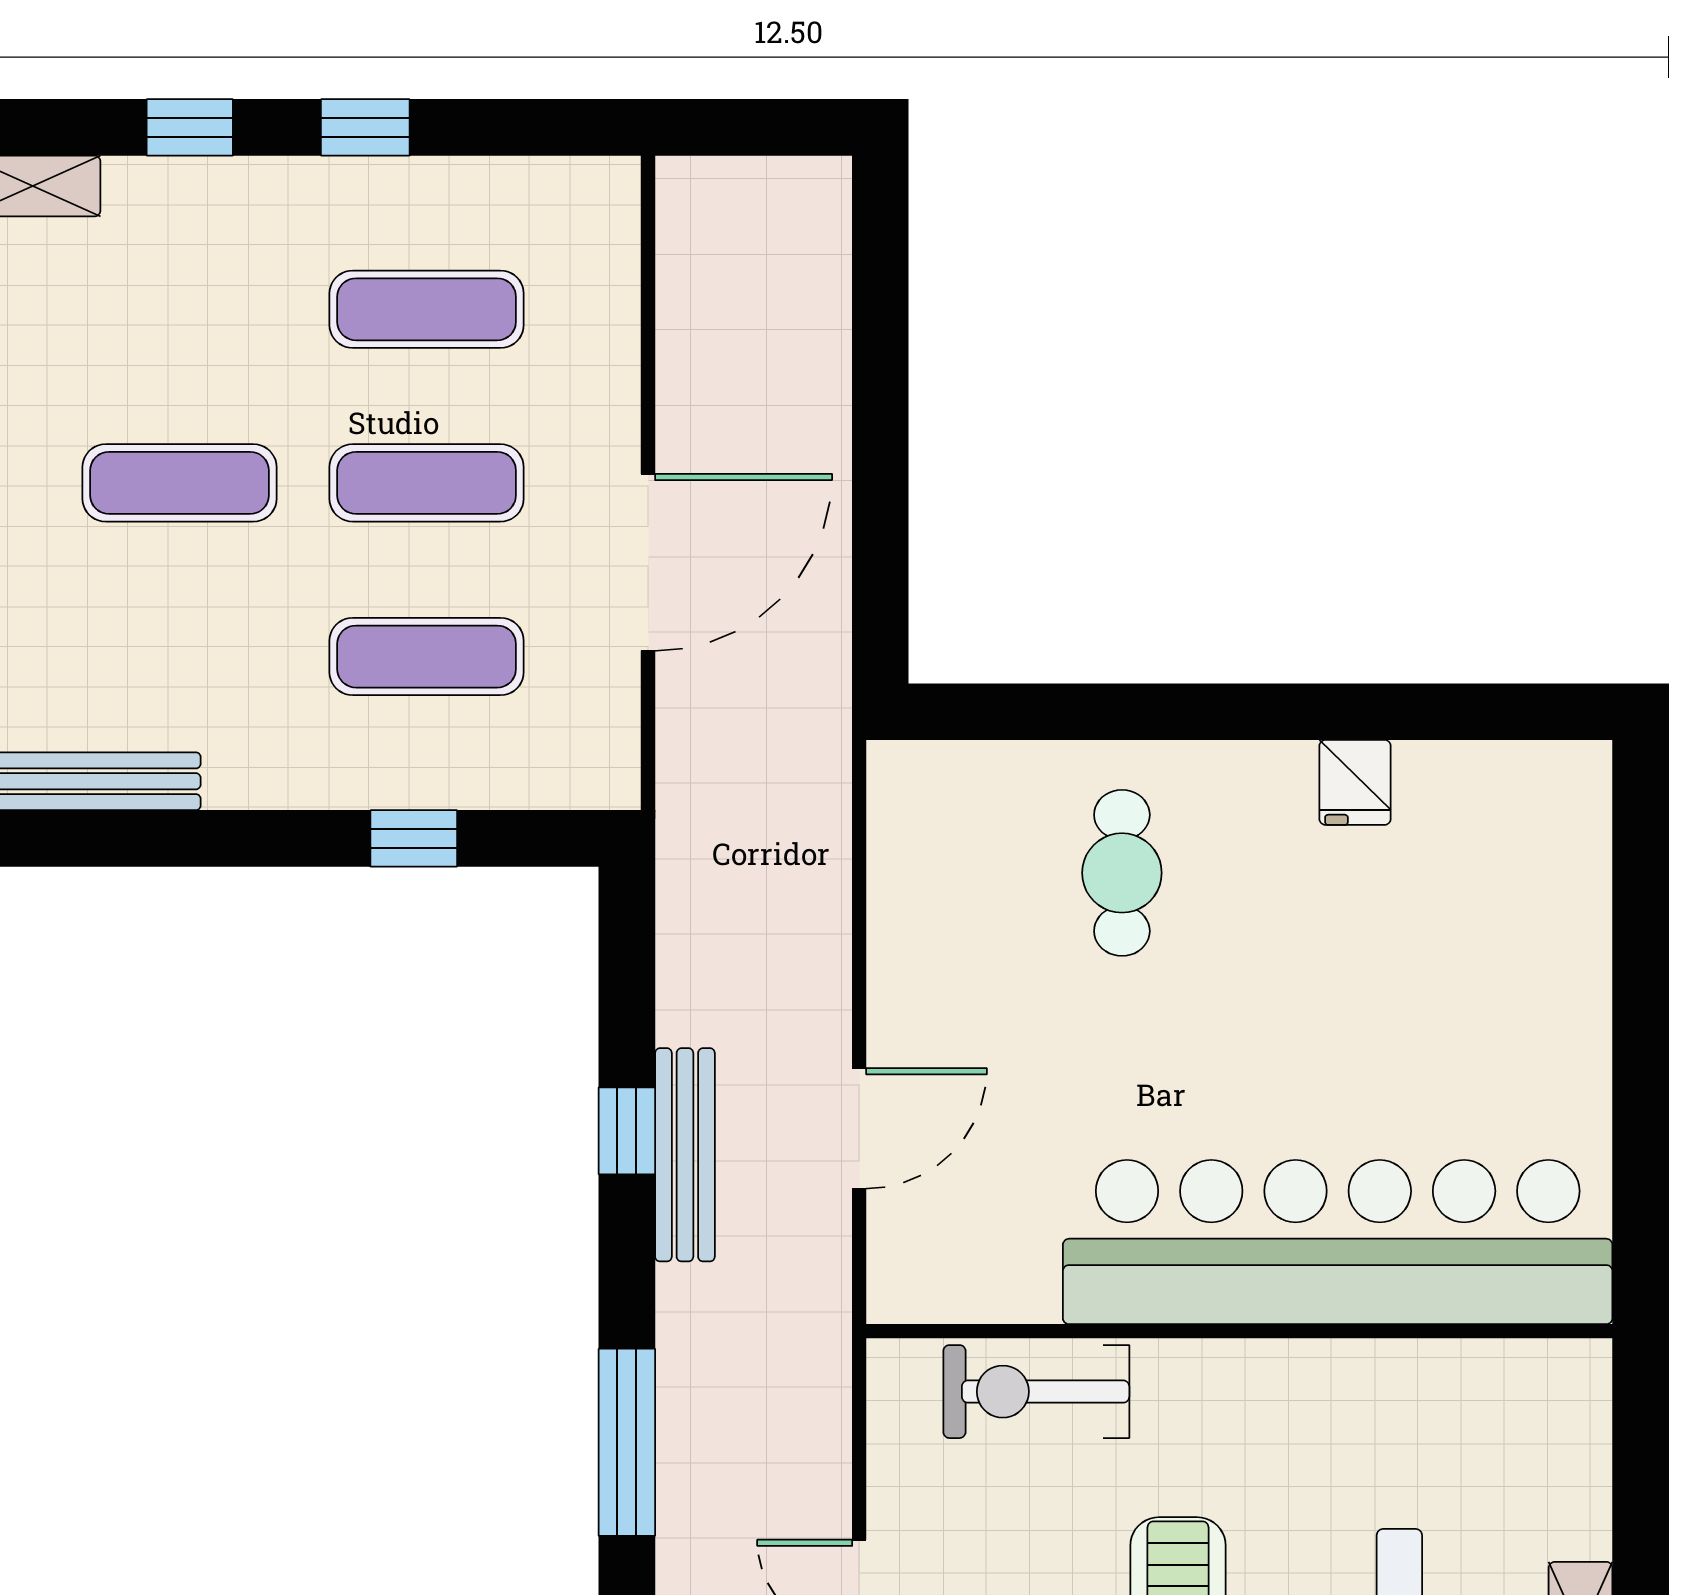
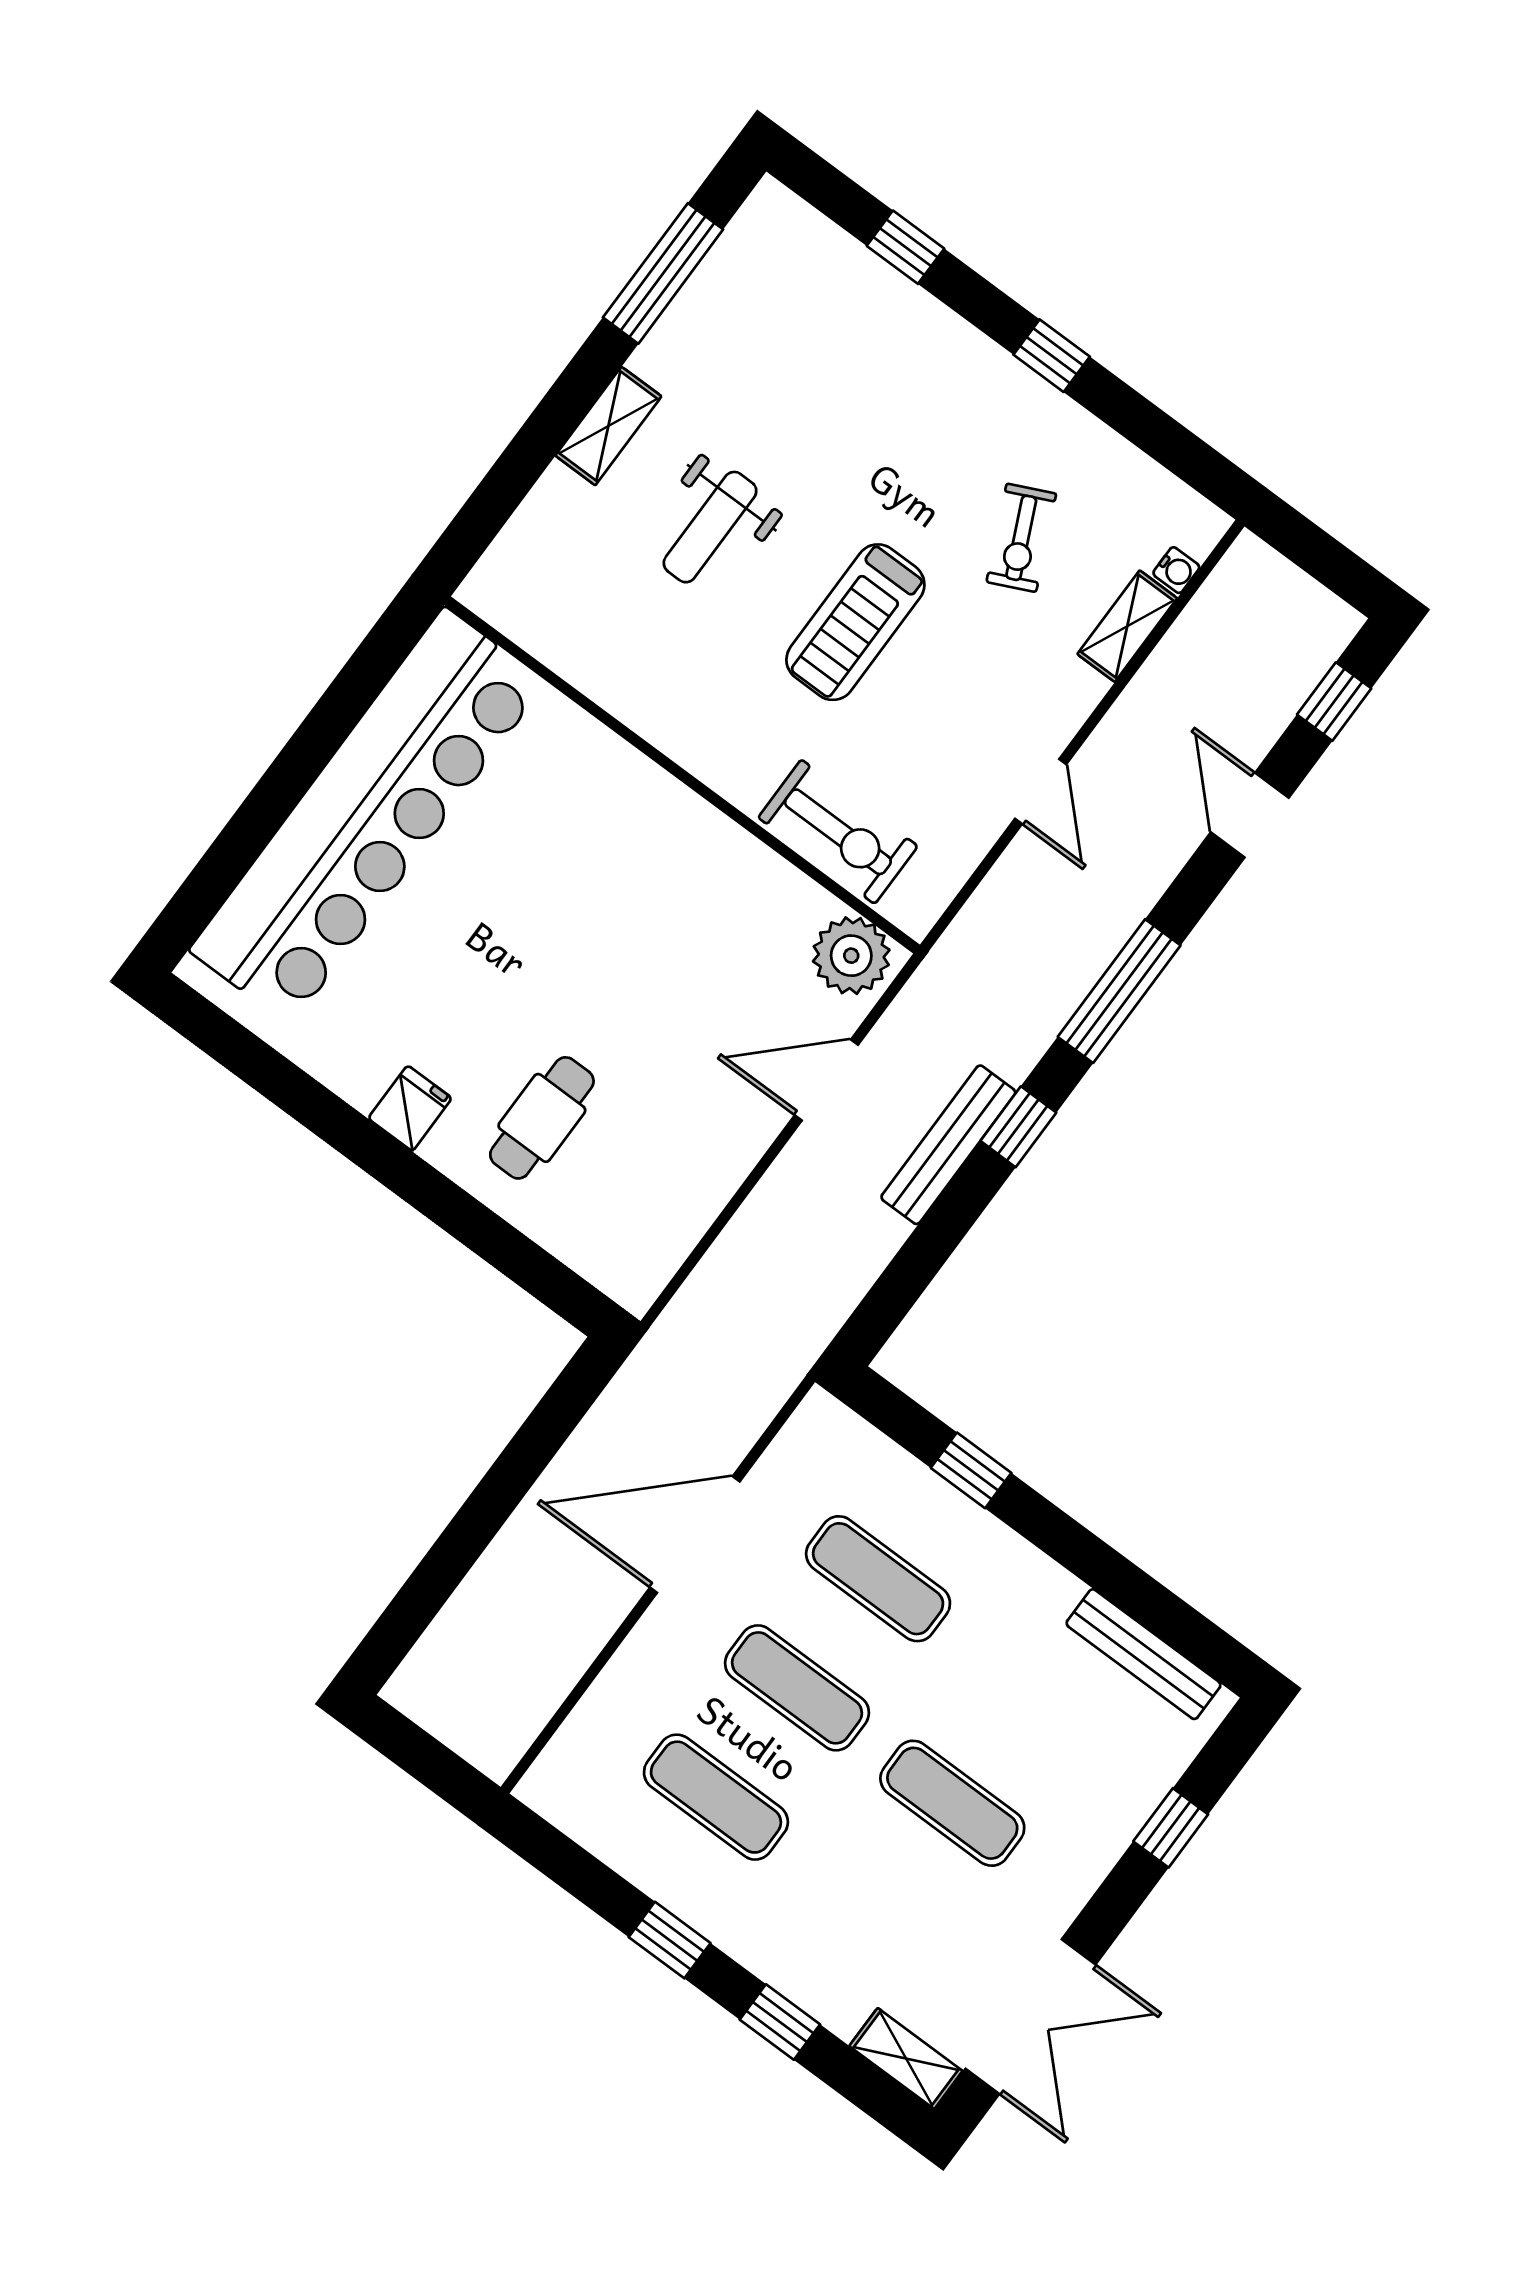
fridge: (1355, 782) -> (410, 1108), moved
window: (627, 1131) -> (1018, 1127), moved
bar counter: (1338, 1242) -> (368, 816), moved, turned -90
plant: (928, 1275) -> (851, 956), added

